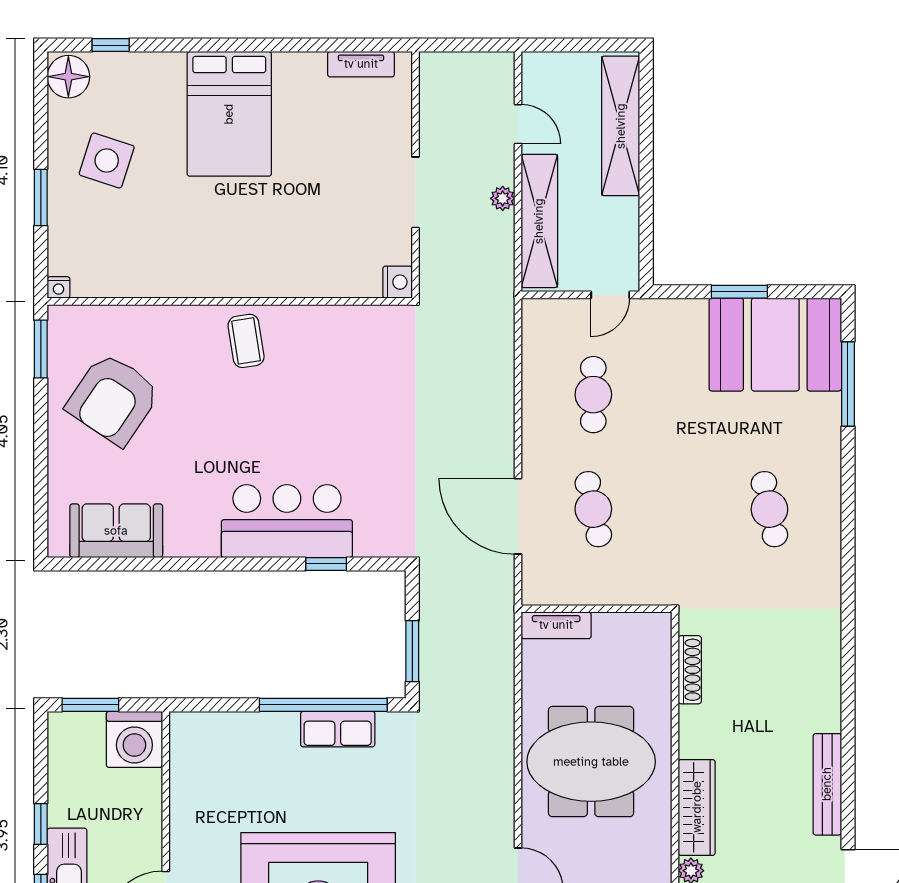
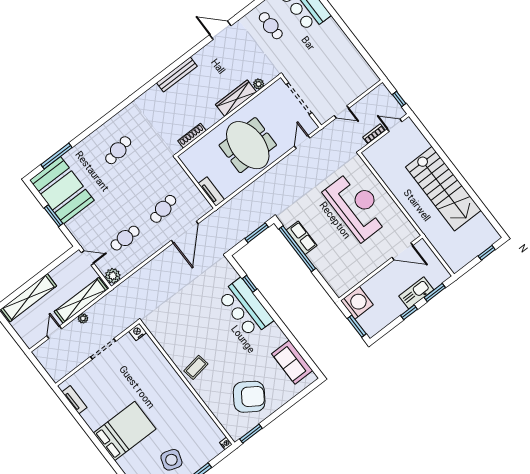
plant: (540, 317) -> (113, 276), added
bench: (827, 784) -> (177, 75), moved

